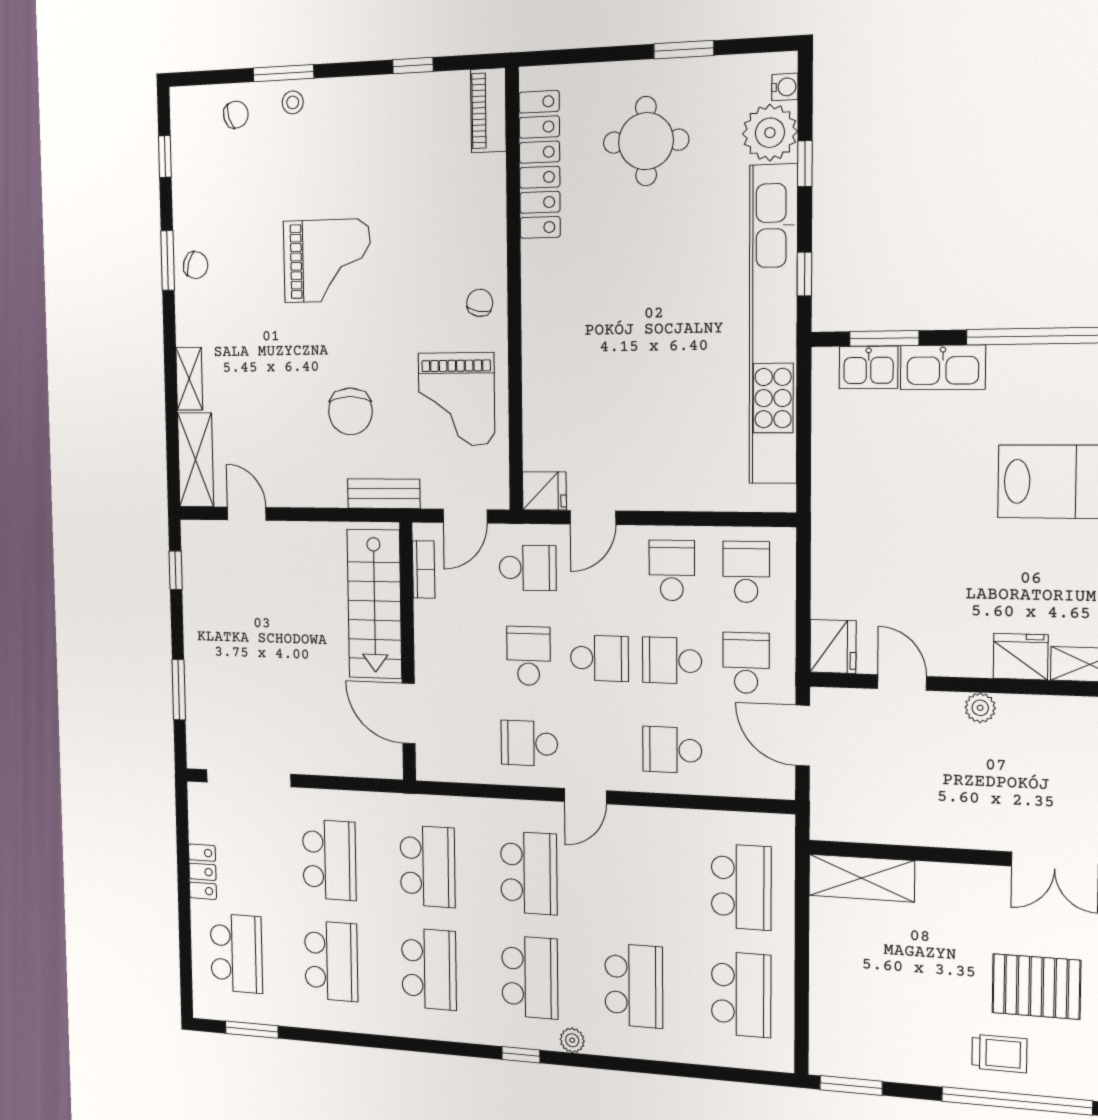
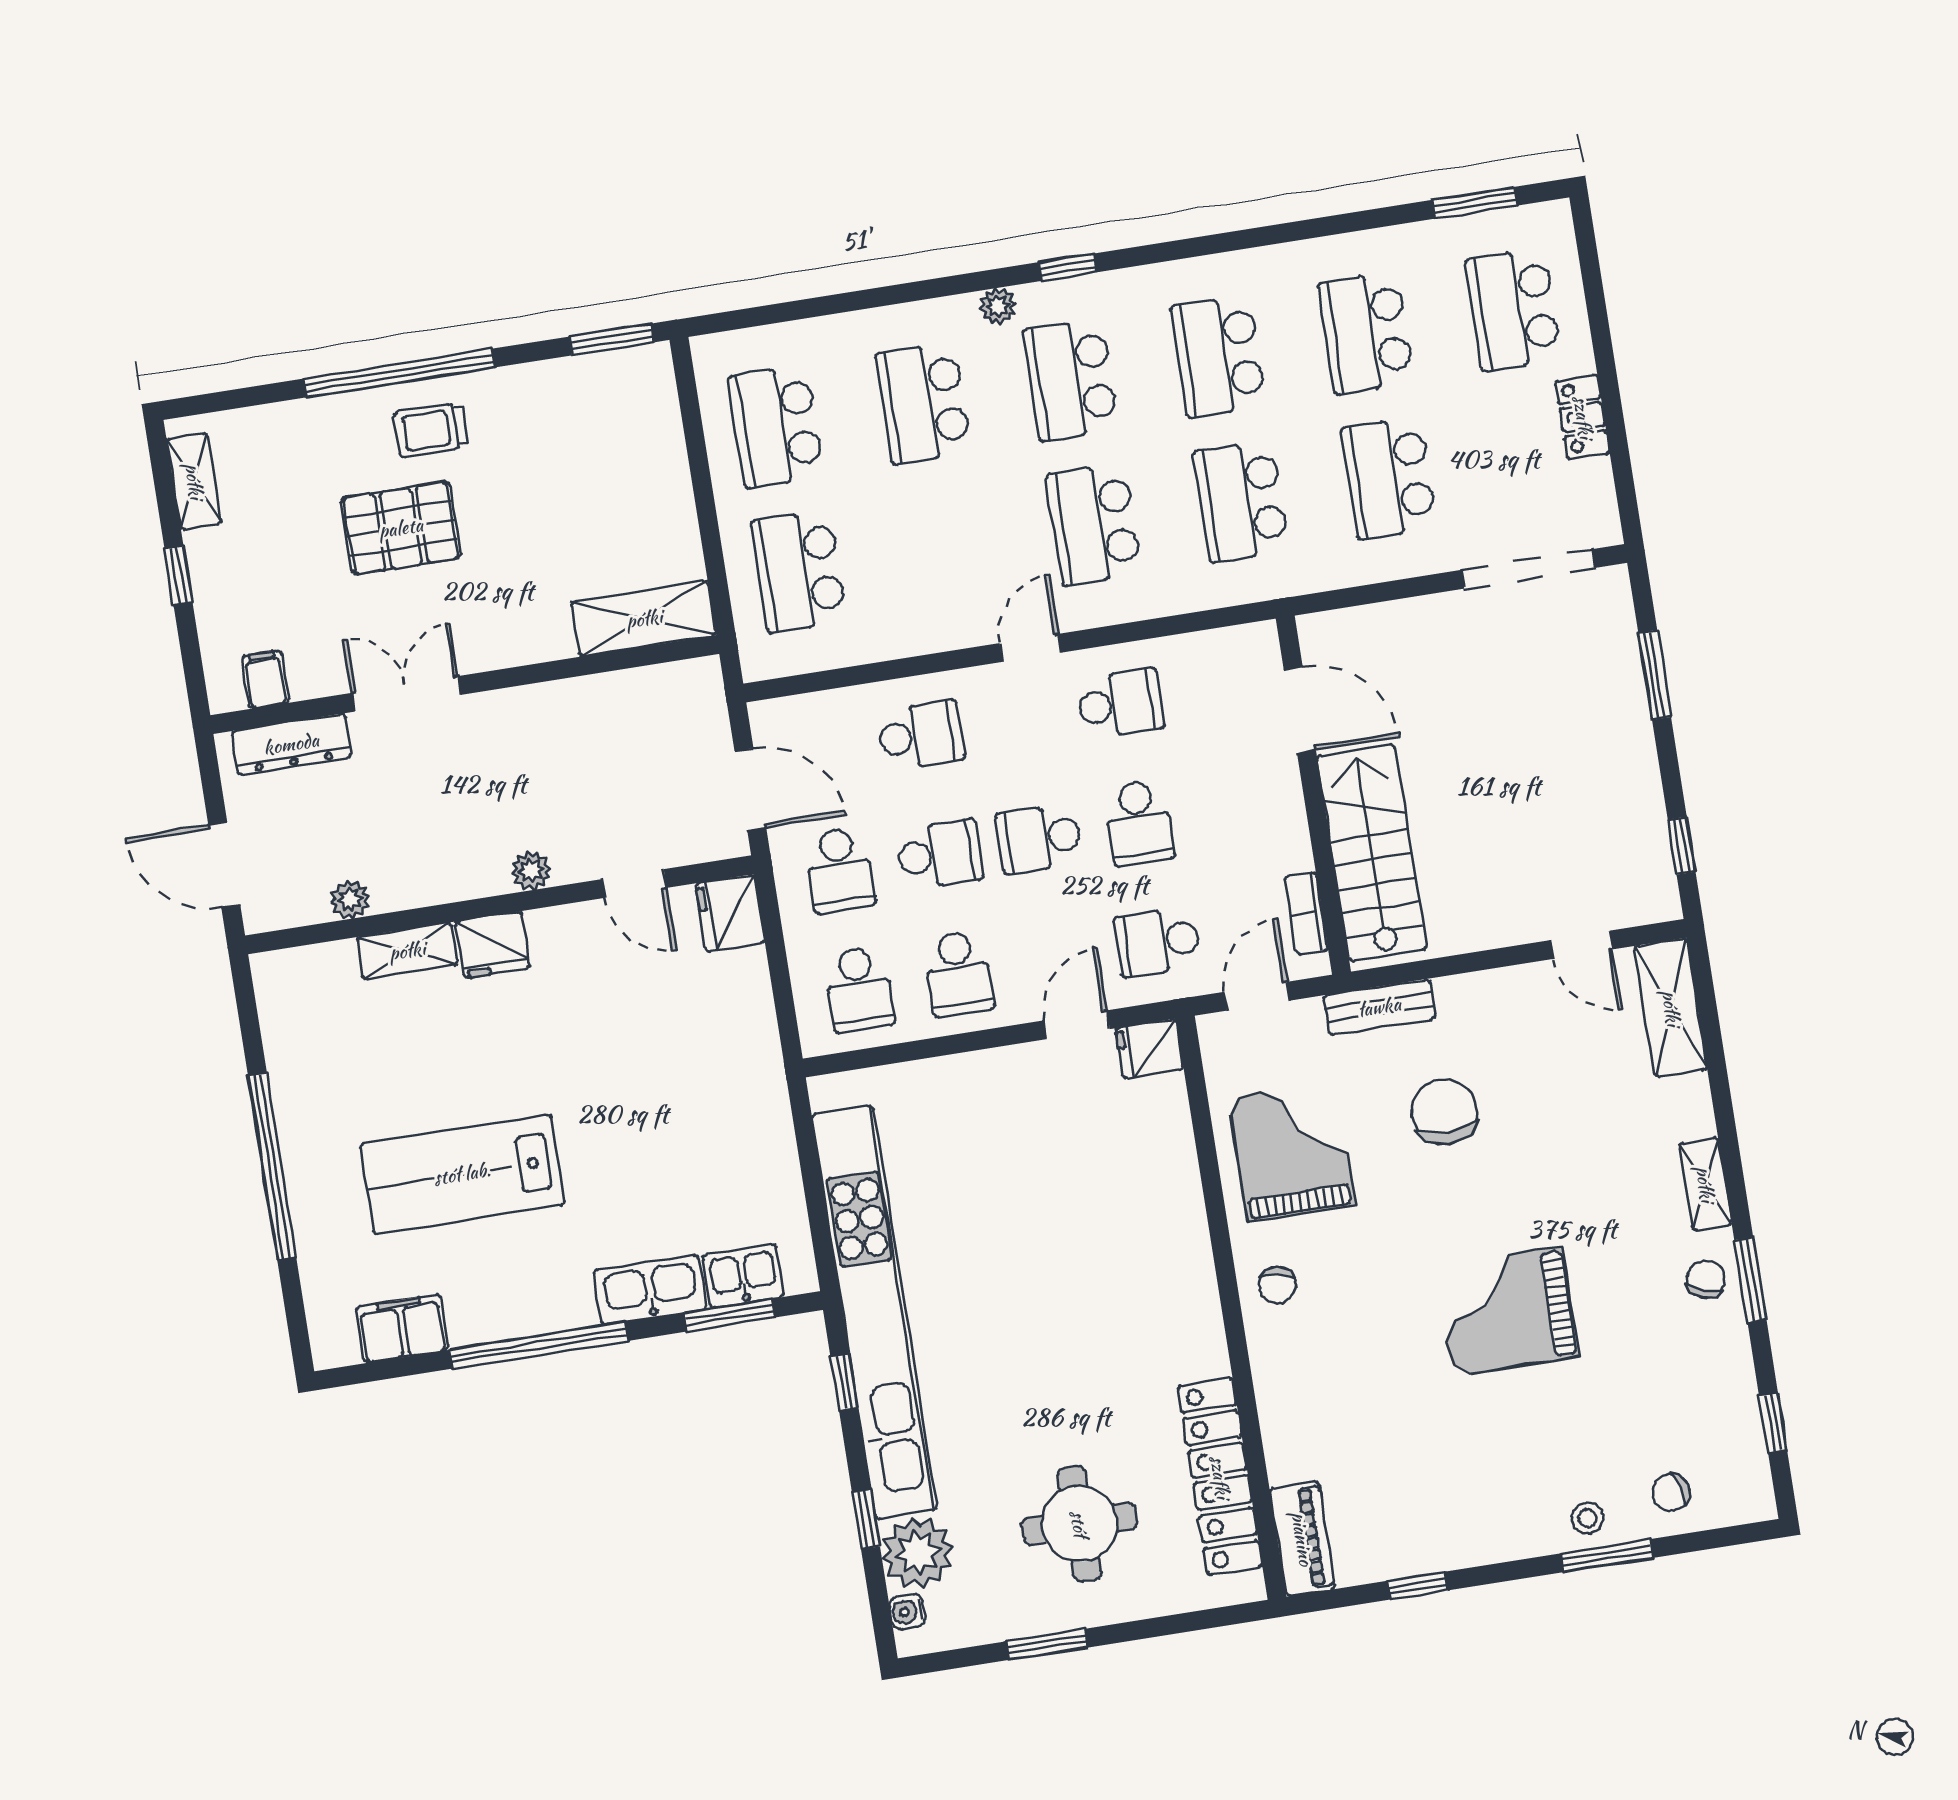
chair: (196, 265) -> (1706, 1279), turned 91
shelving: (189, 379) -> (1705, 1184), moved

